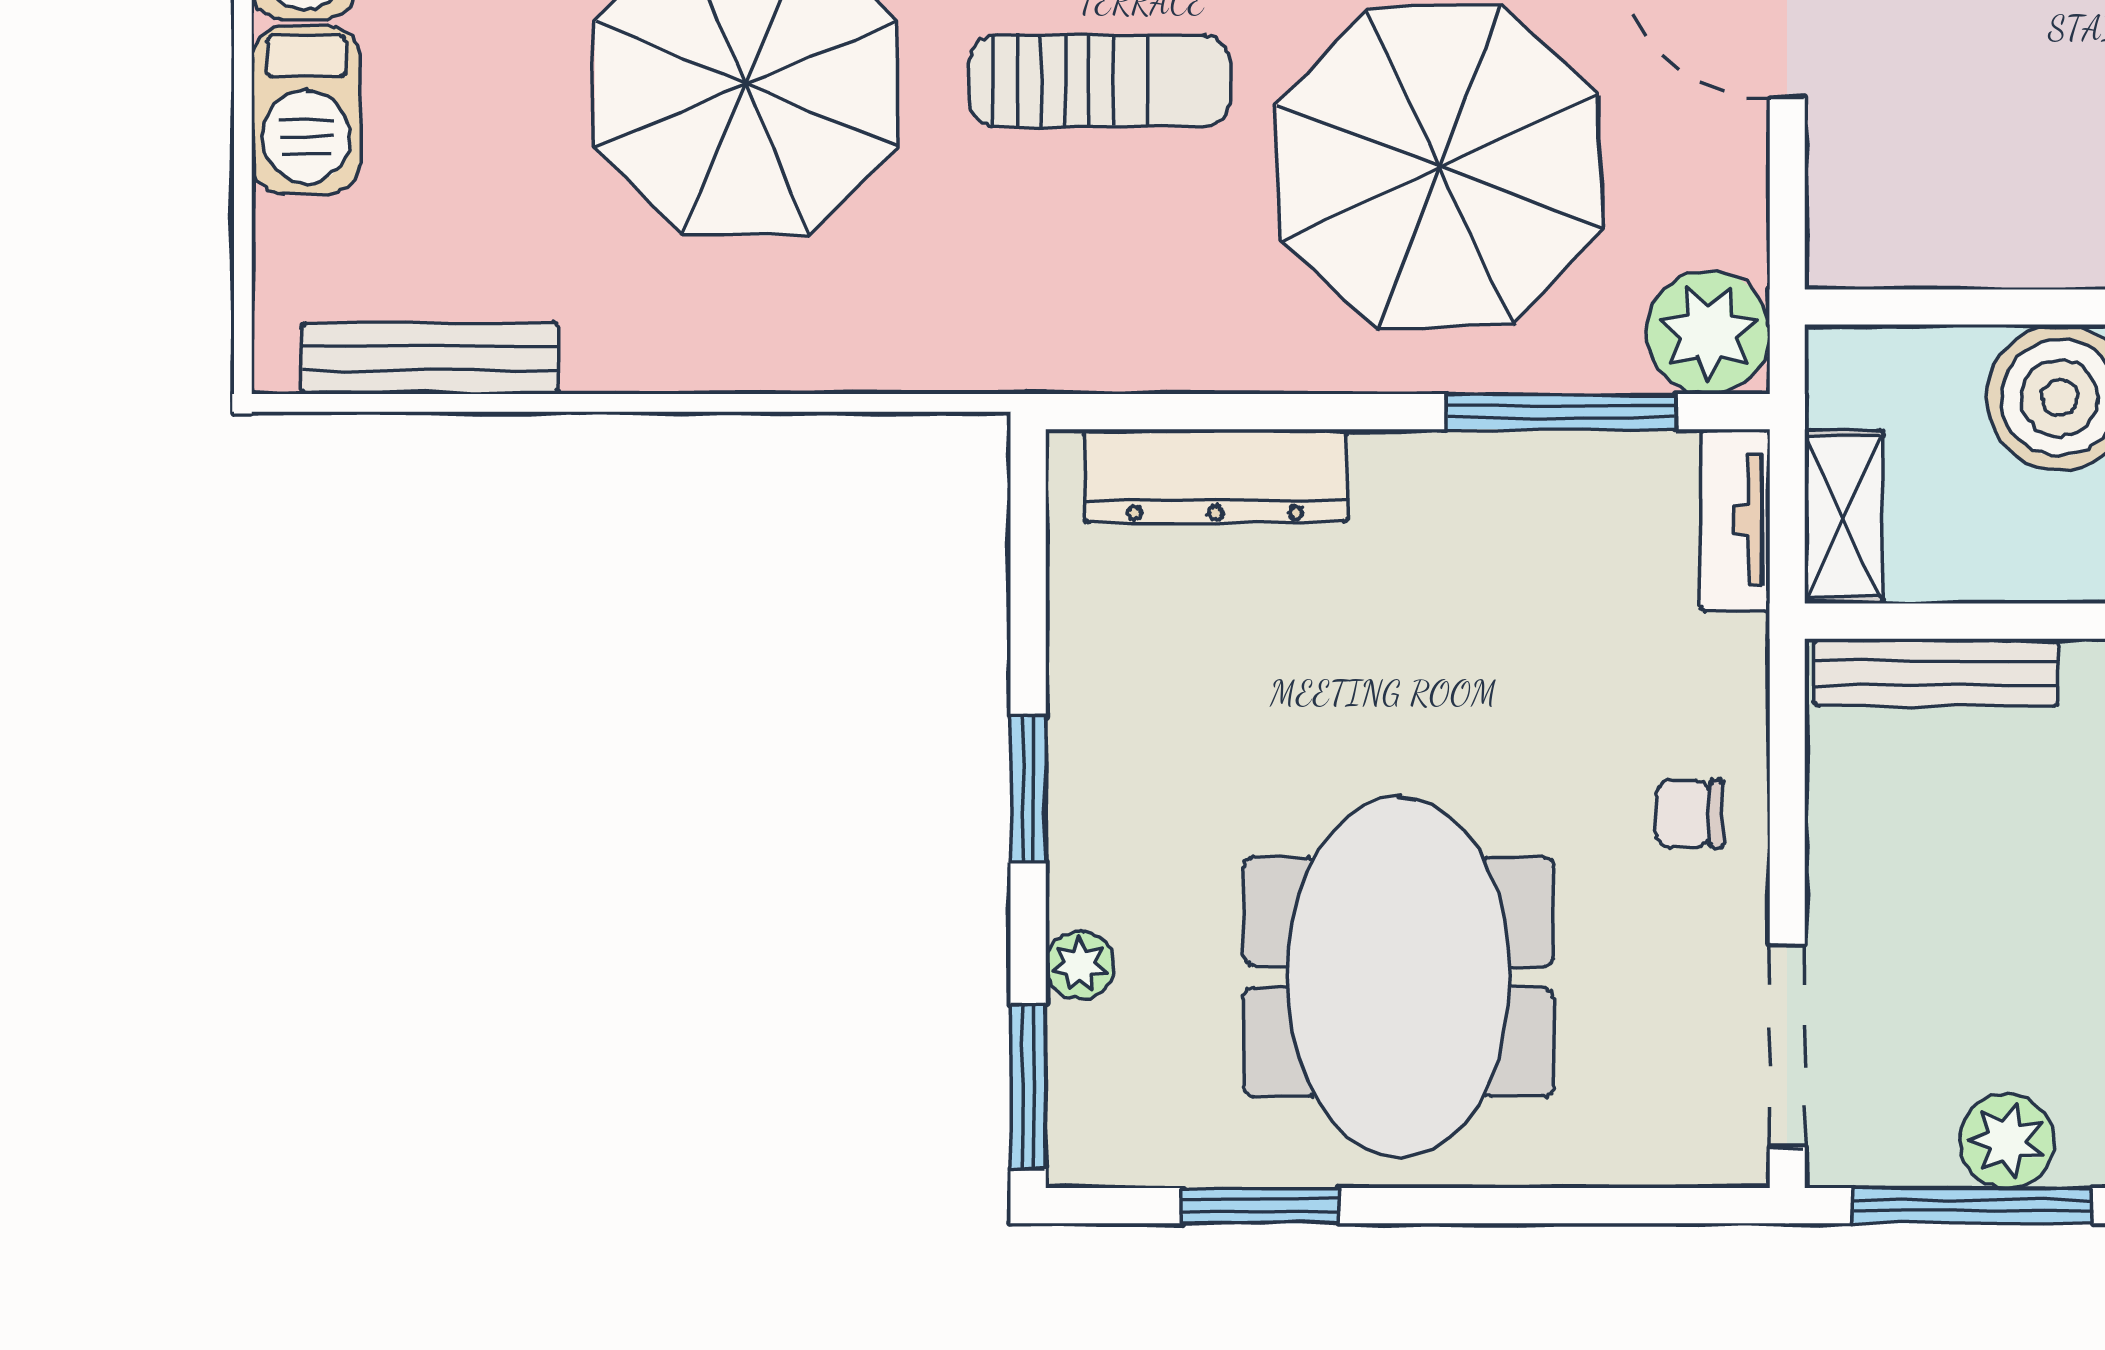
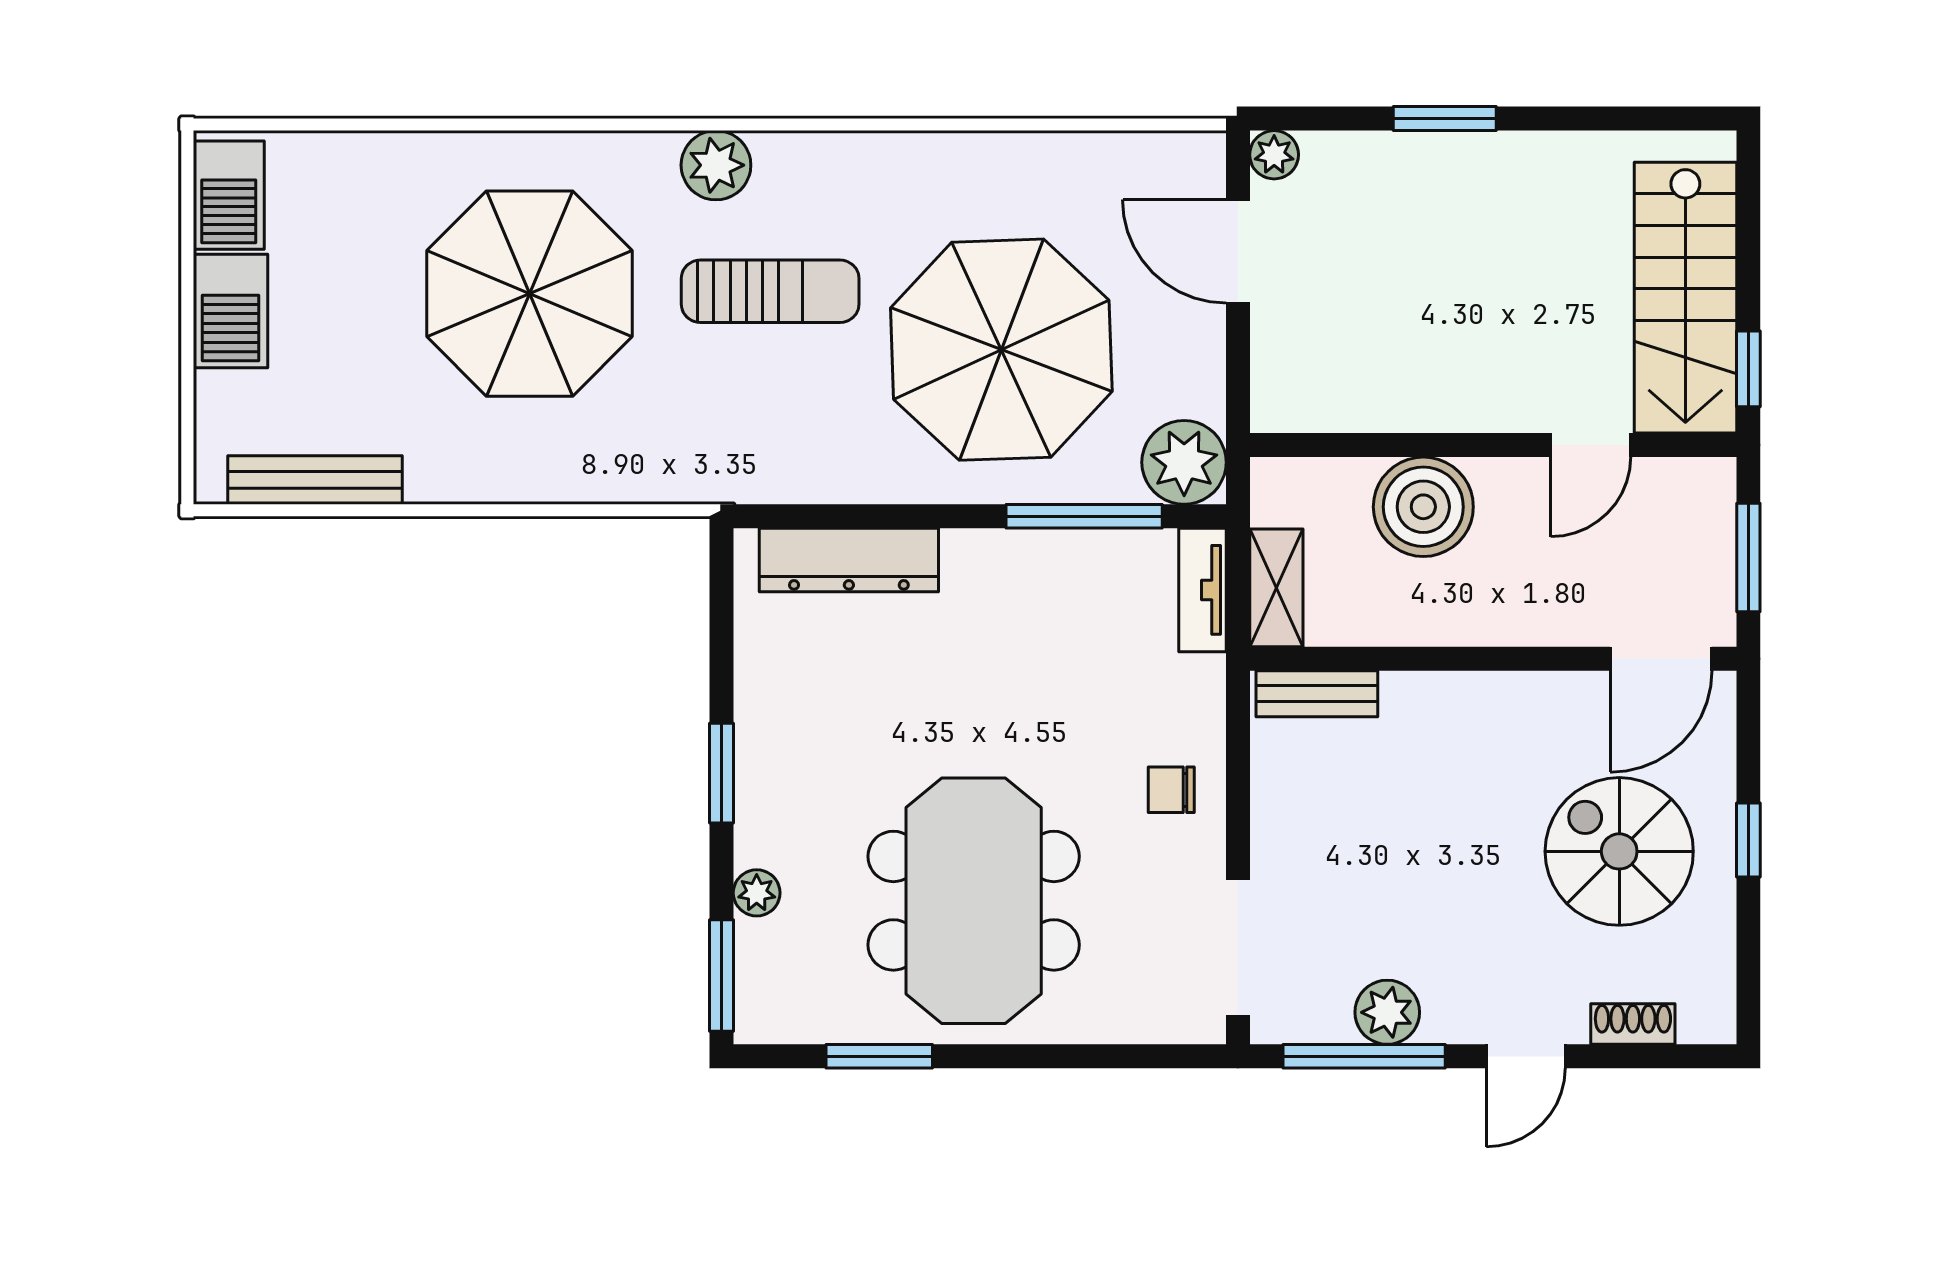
bench: (1936, 673) -> (1317, 694), width x0.73

